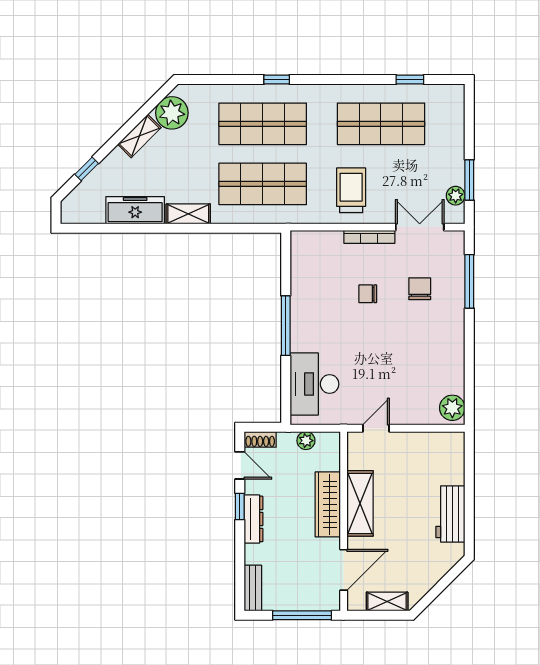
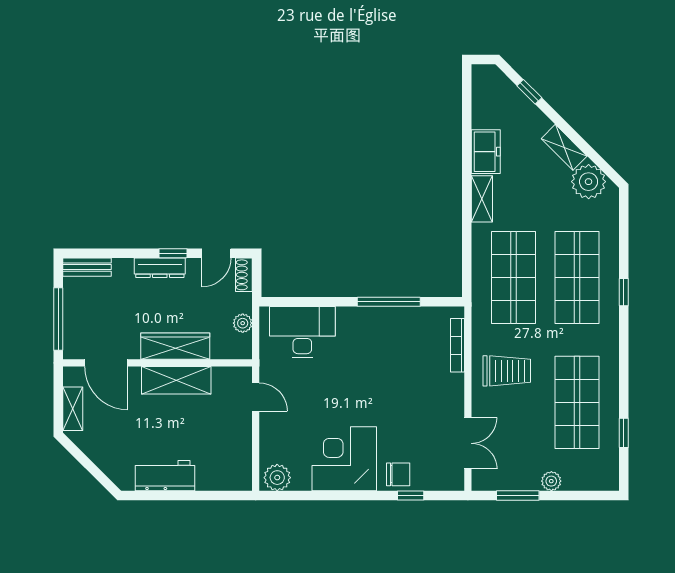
plant: (456, 196) -> (551, 481), moved
freezer: (135, 210) -> (486, 152), width x0.71
bookcase: (369, 237) -> (458, 345), moved
window: (469, 281) -> (411, 496), width x0.46
chair: (420, 289) -> (398, 474), moved
chair: (368, 294) -> (398, 388), removed
window: (286, 326) -> (389, 302), moved
corner desk: (435, 344) -> (344, 459), added

